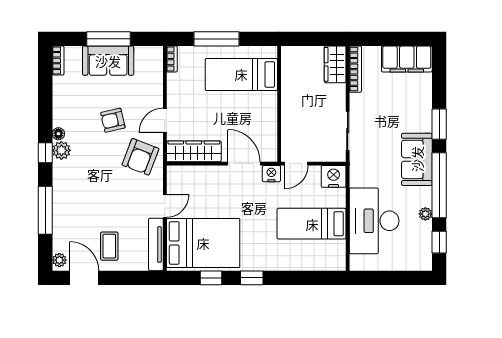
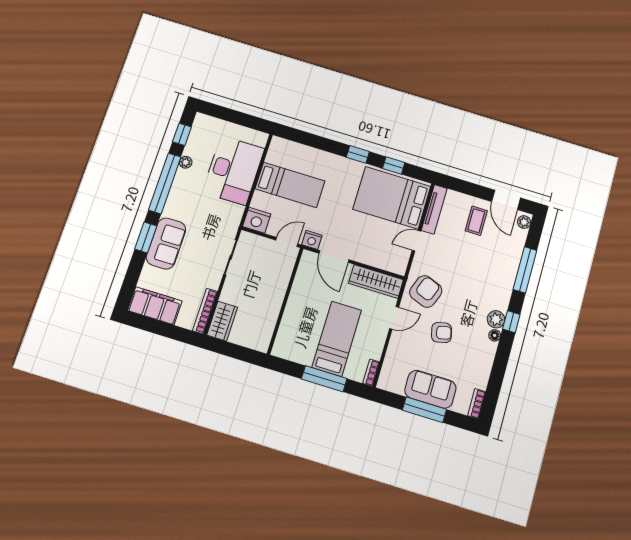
bed: (241, 74) -> (337, 339), moved, turned -90
sofa: (417, 159) -> (166, 243), moved

